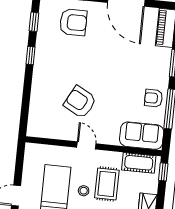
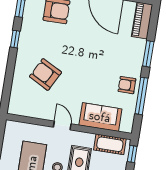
armchair: (80, 102) -> (45, 74), moved
sofa: (142, 136) -> (100, 117), moved

